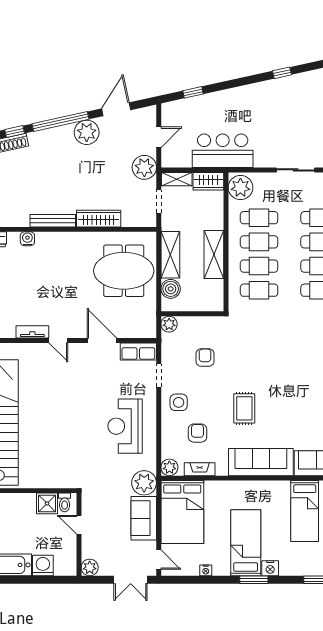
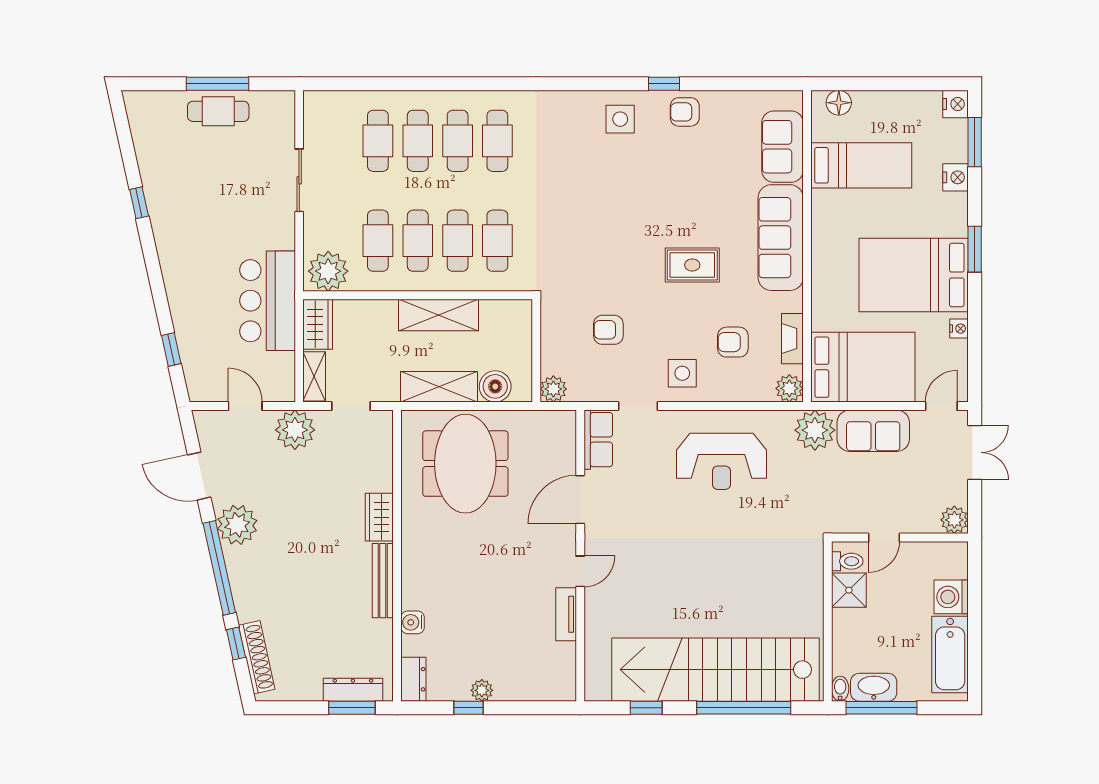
wardrobe: (99, 219) -> (379, 517), width x0.67
bed: (246, 543) -> (914, 275), width x1.50
nightstand: (270, 568) -> (956, 177), moved

